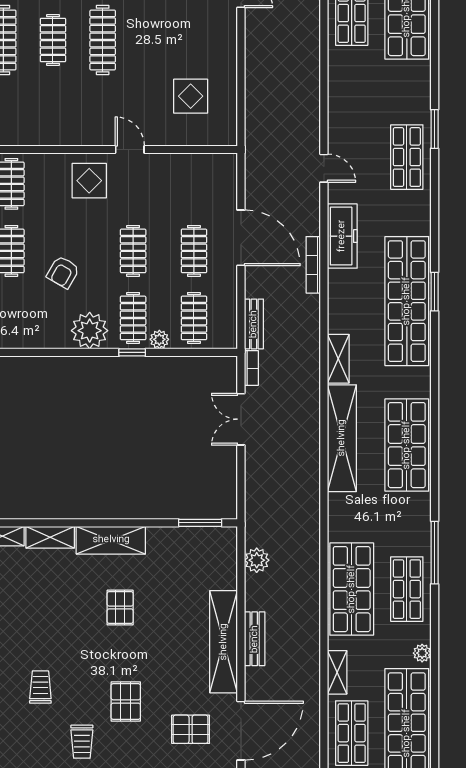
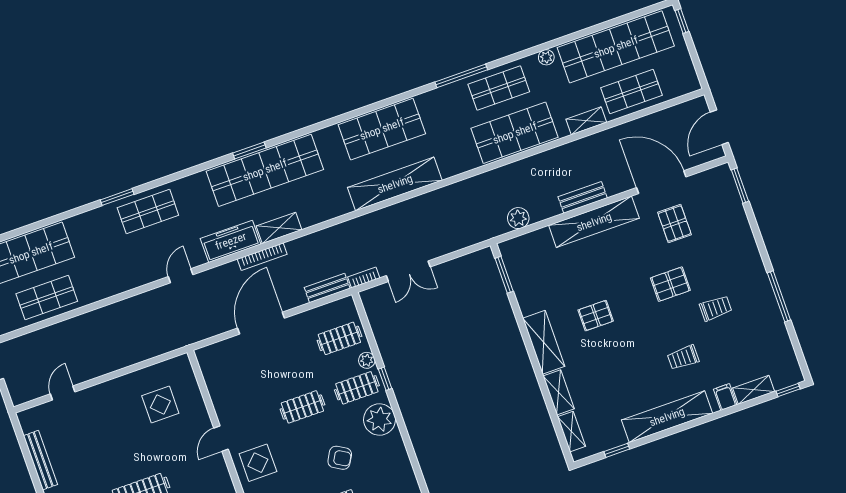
clothes rail: (194, 251) -> (285, 358), removed
shelving: (338, 359) -> (279, 228), moved

